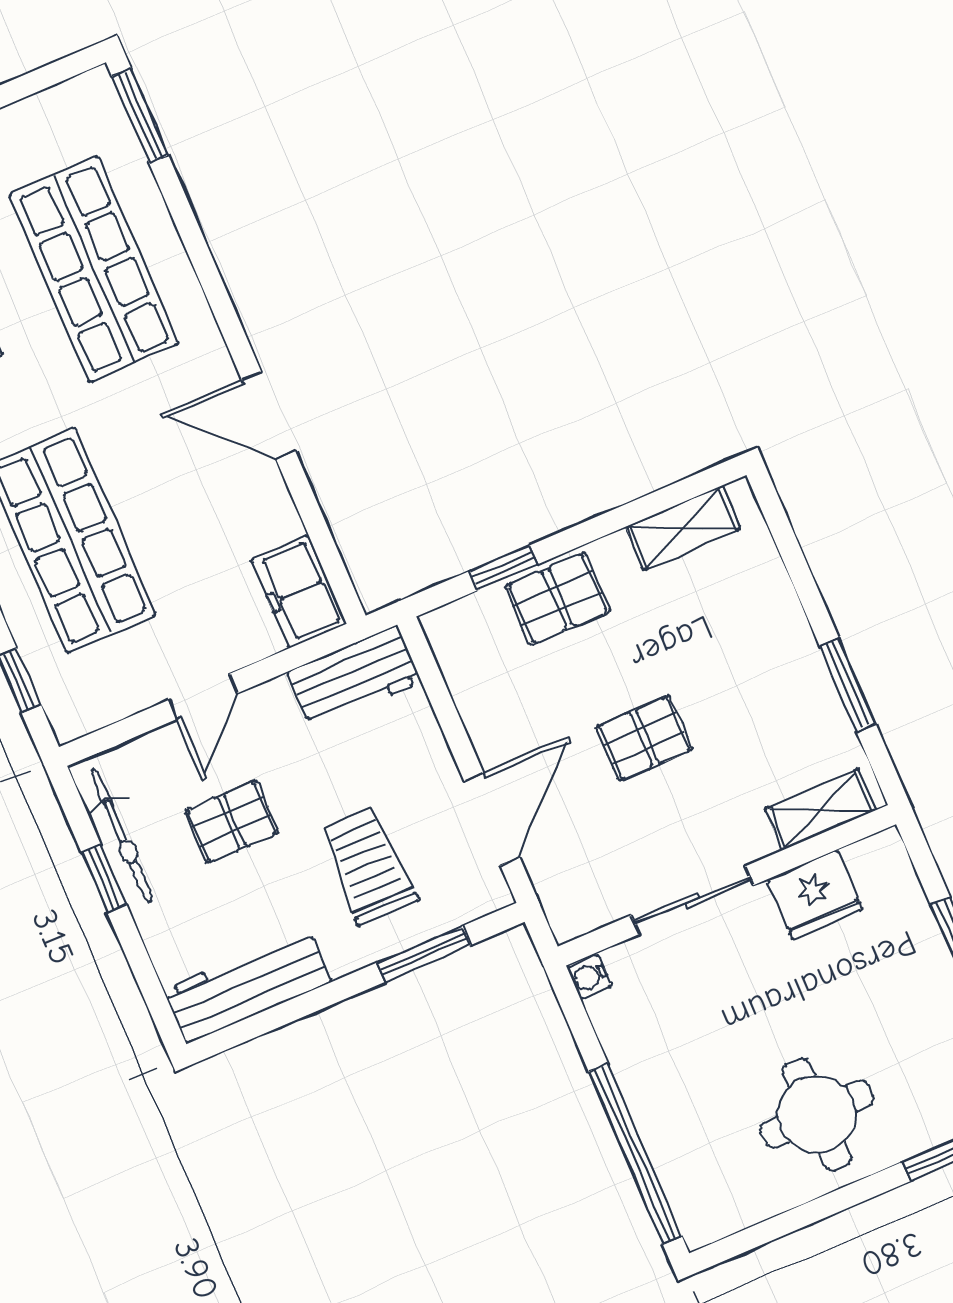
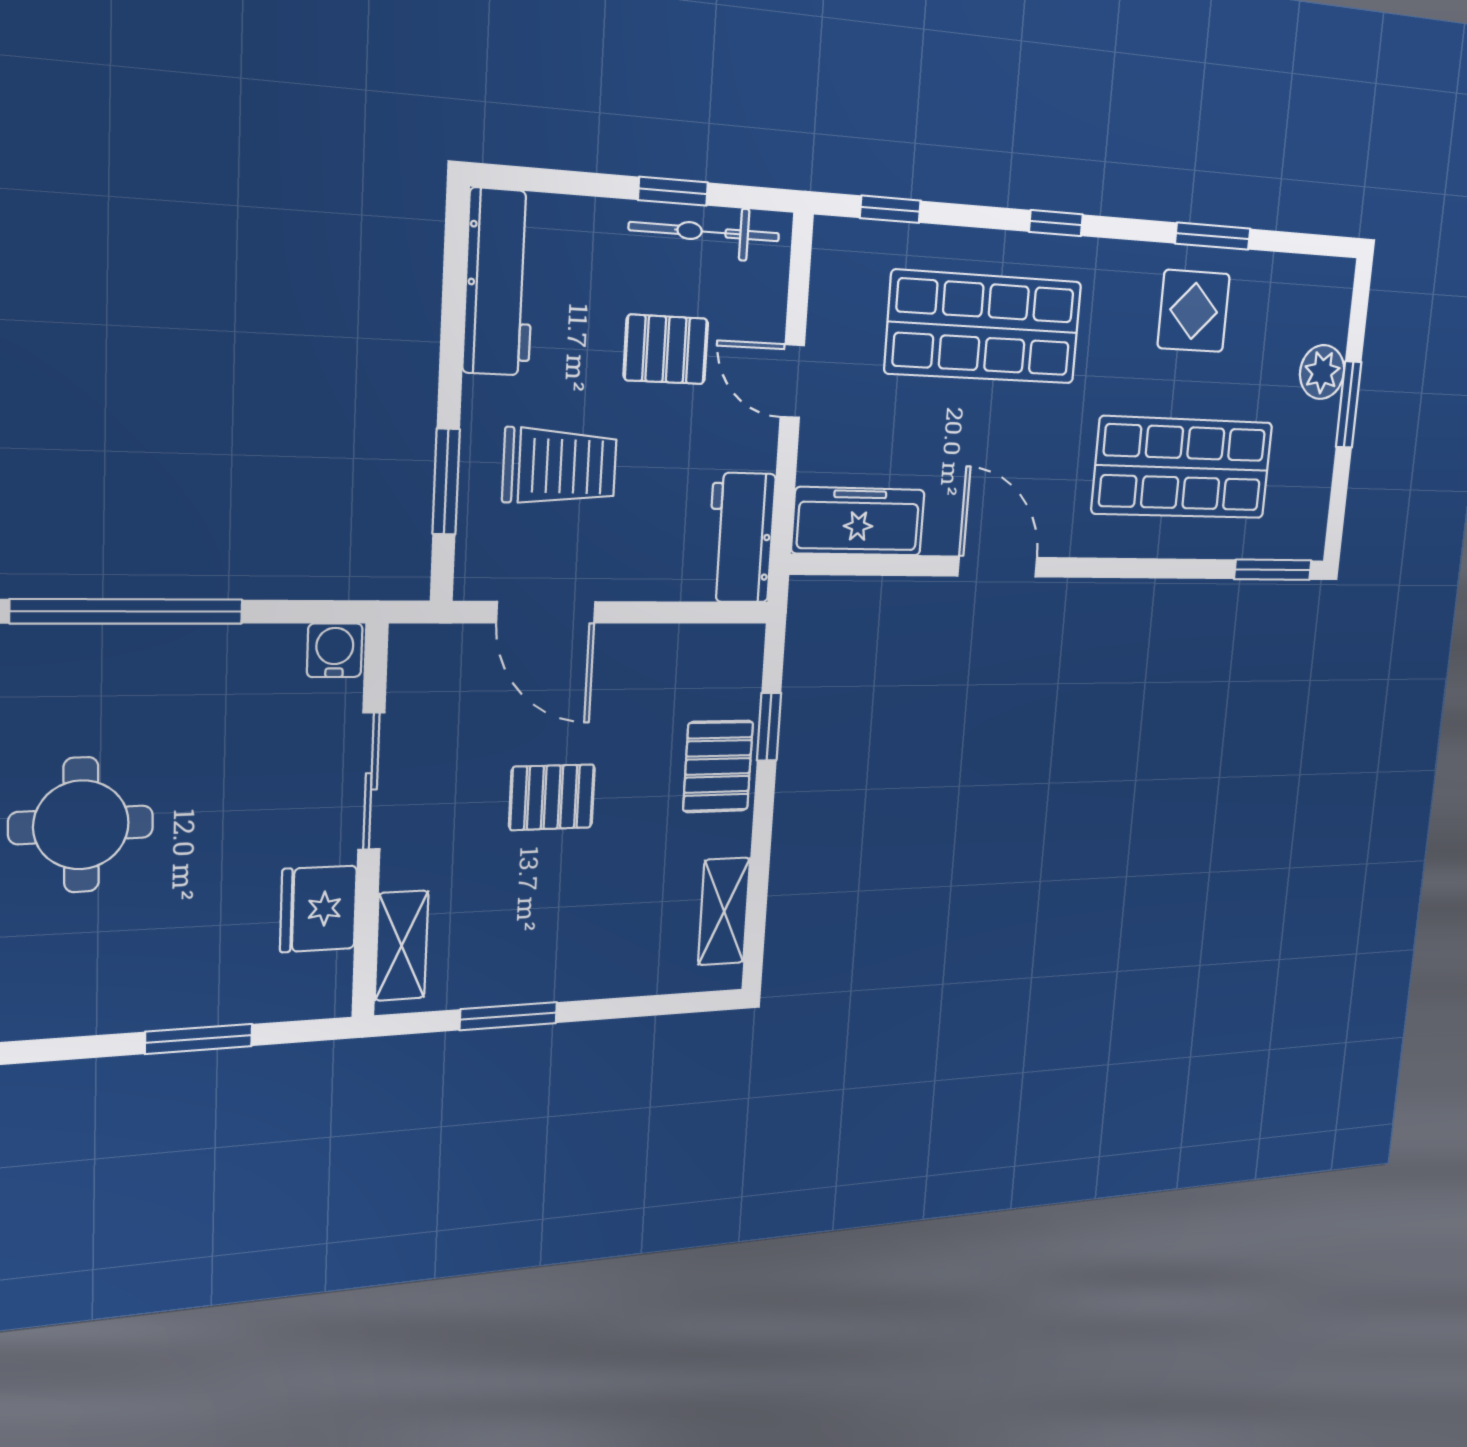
door: (269, 415) -> (998, 567), hinge flipped
freezer: (299, 592) -> (858, 521), width x1.40
pallet: (644, 738) -> (552, 797), turned 90
pallet: (232, 822) -> (666, 349), turned 90
water cooler: (589, 977) -> (335, 650), width x1.38, depth x1.38

